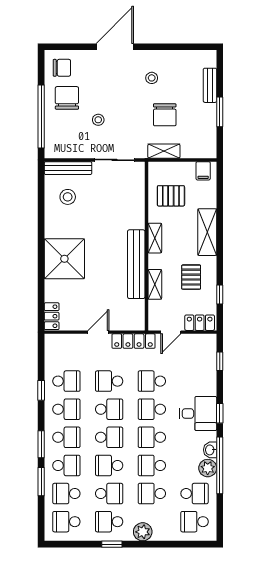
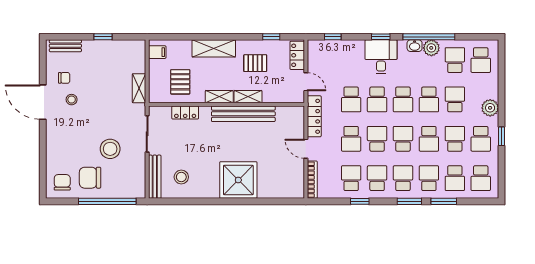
door: (115, 47) -> (43, 102), moved
bench: (210, 85) -> (65, 46), moved
window: (220, 112) -> (103, 37), width x0.67
chair: (165, 115) -> (64, 78), moved, width x0.54, depth x0.54
stool: (98, 120) -> (110, 149), width x1.89, depth x1.89
shelving: (155, 284) -> (248, 97), moved
locker: (52, 316) -> (185, 113), moved, turned 180
bookcase: (65, 339) -> (312, 180), added
school desk: (152, 494) -> (455, 99), turned 180

